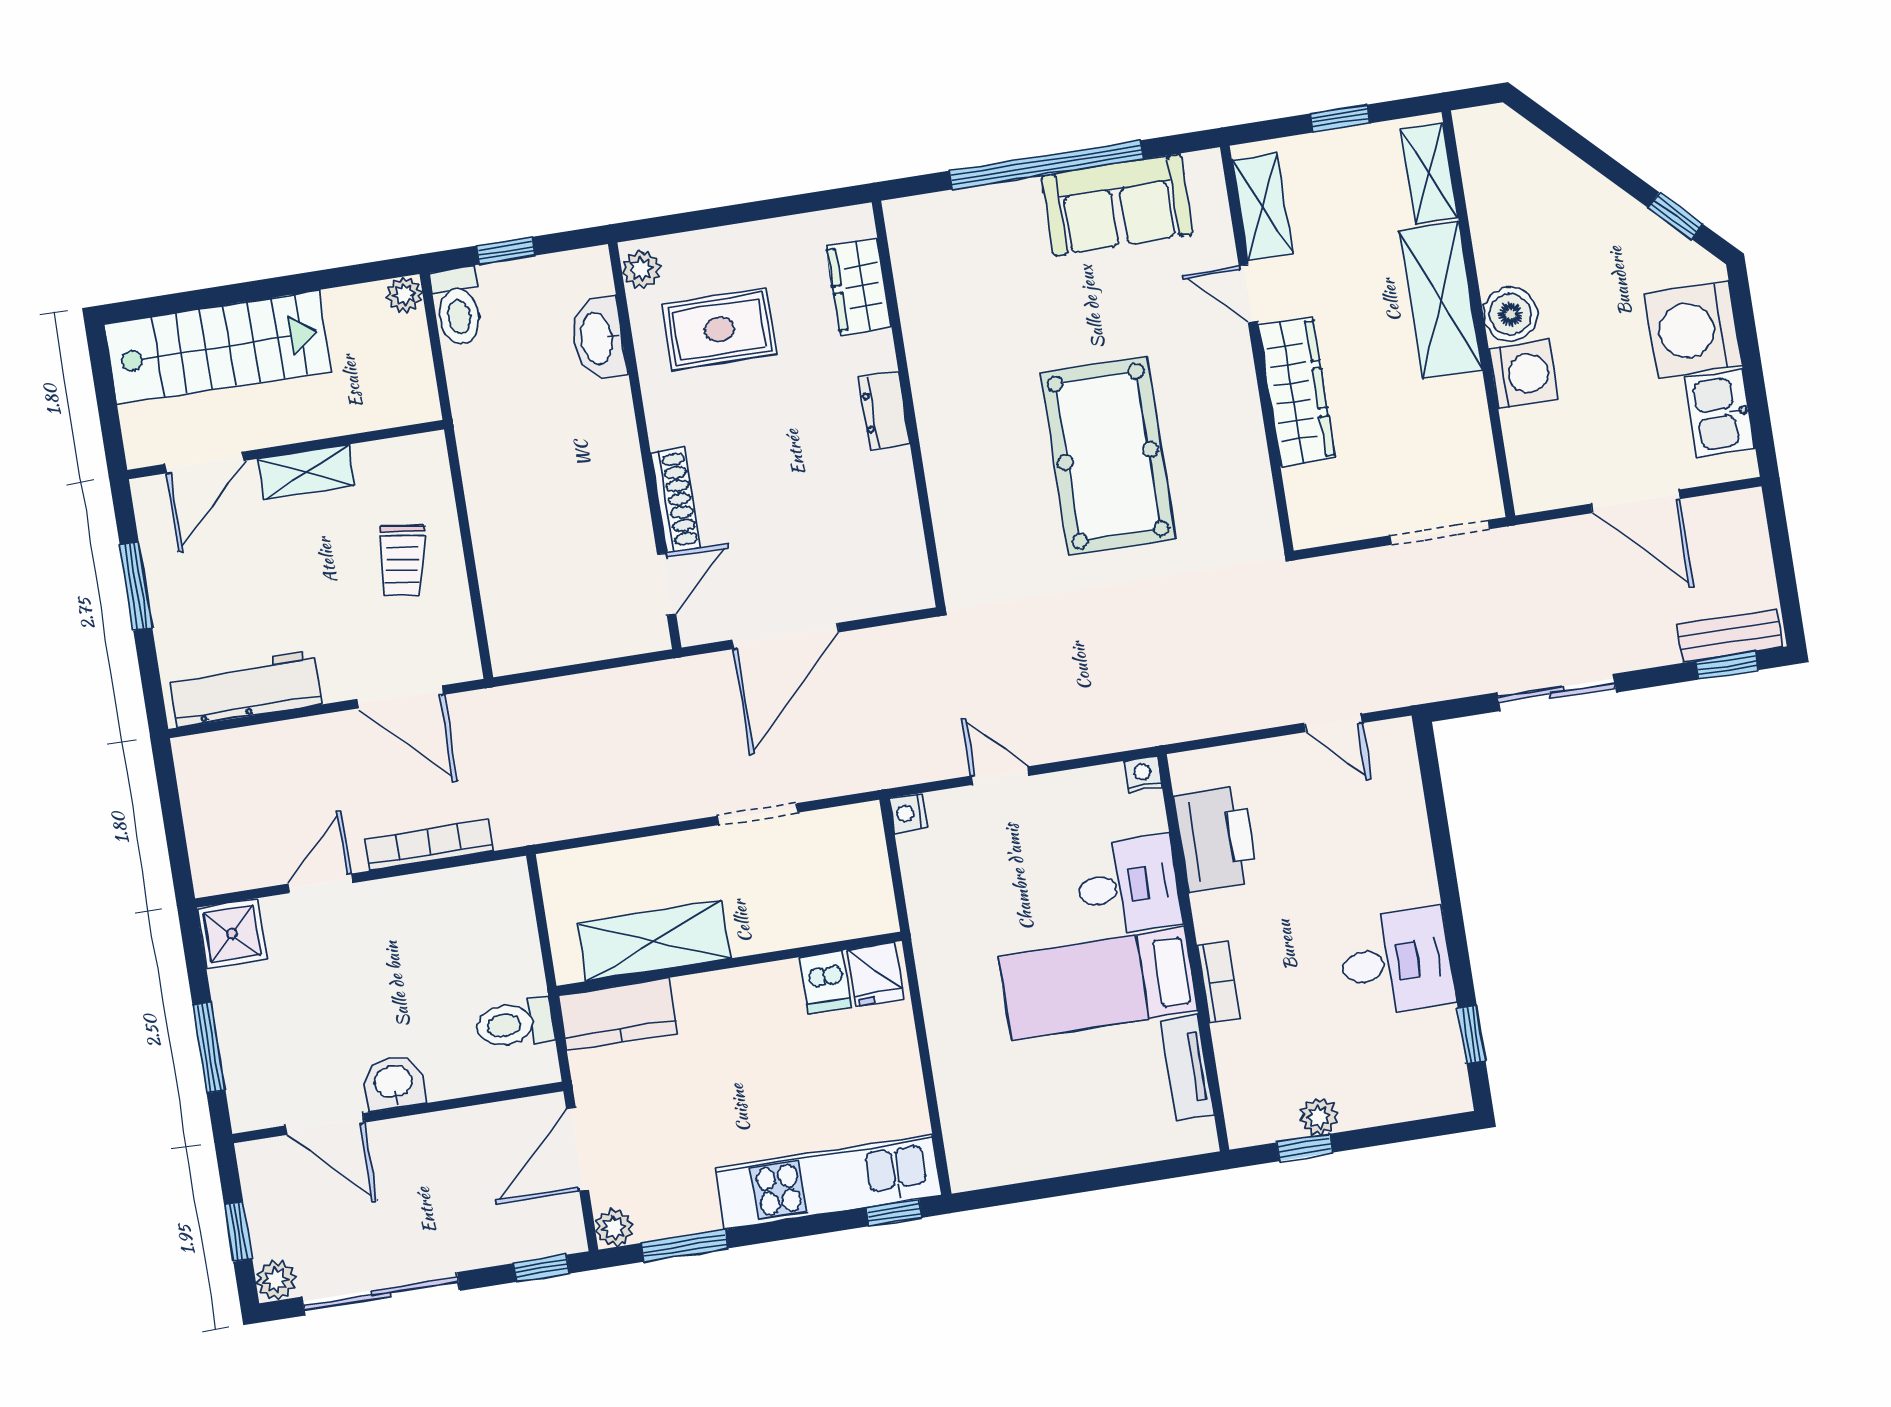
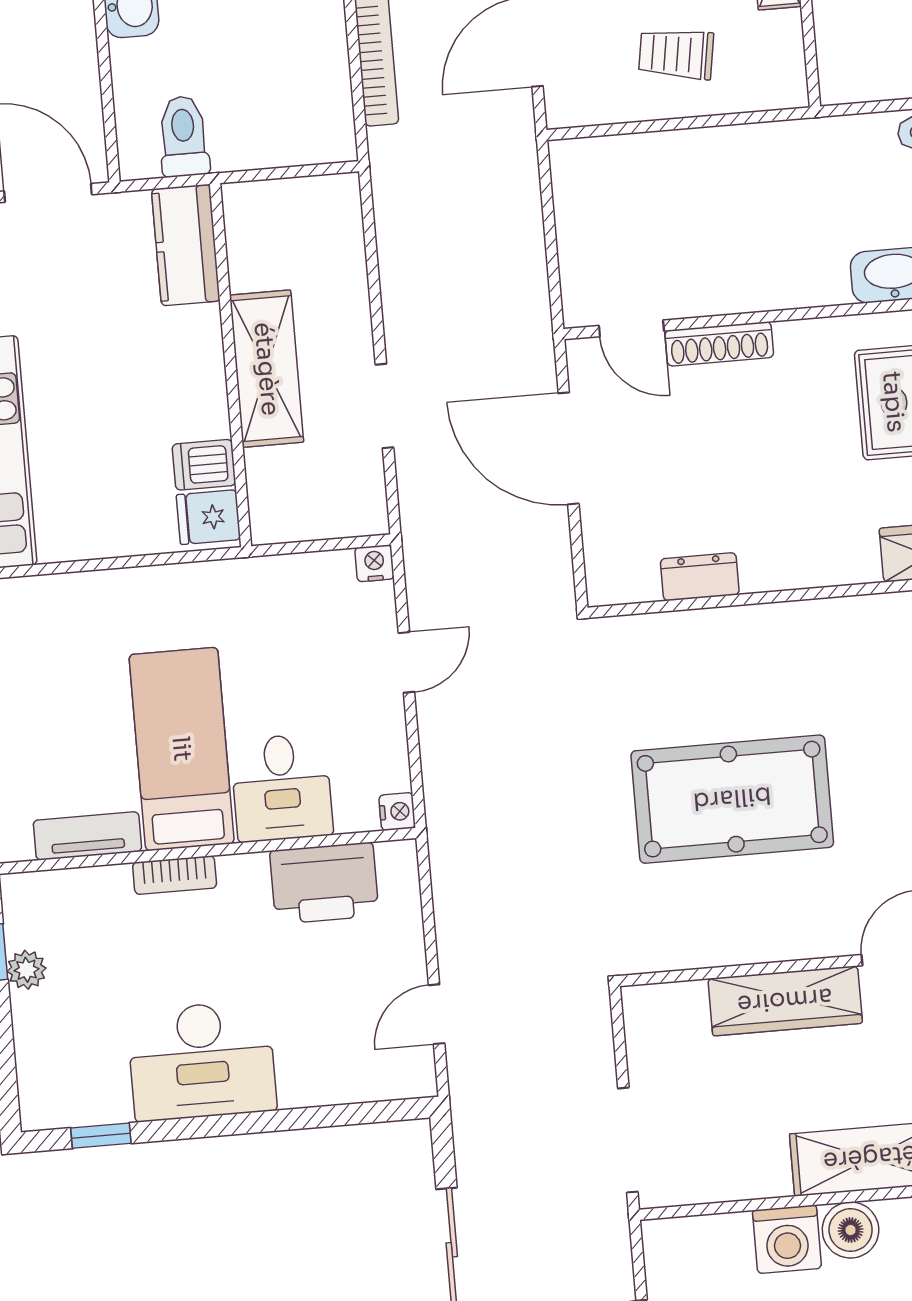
dresser: (884, 410) -> (700, 577), moved
shelving: (654, 941) -> (267, 369), moved
desk: (1396, 962) -> (202, 1061), width x1.37

